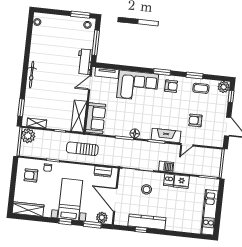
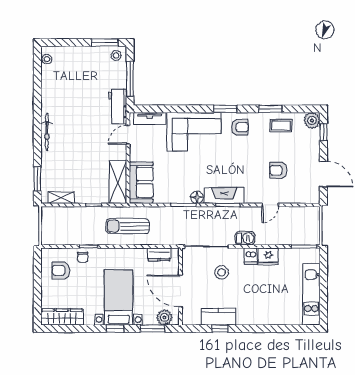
fireplace: (166, 135) -> (224, 195), moved
plant: (28, 136) -> (51, 216), removed
kitchen counter: (147, 222) -> (218, 317), width x0.67

